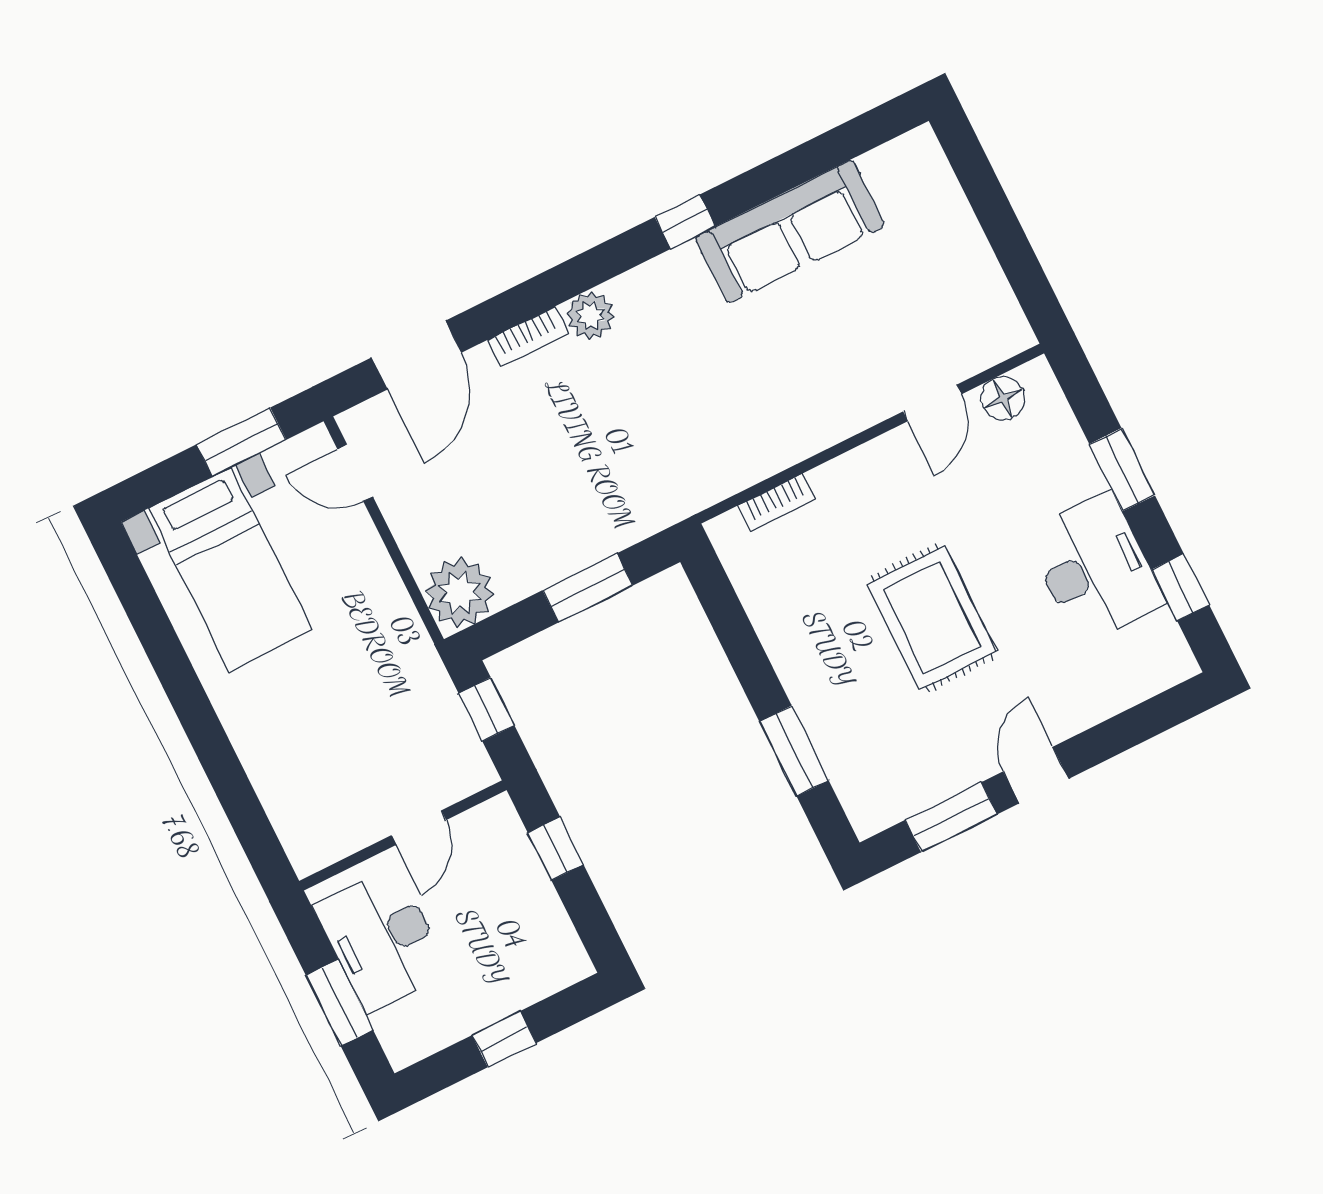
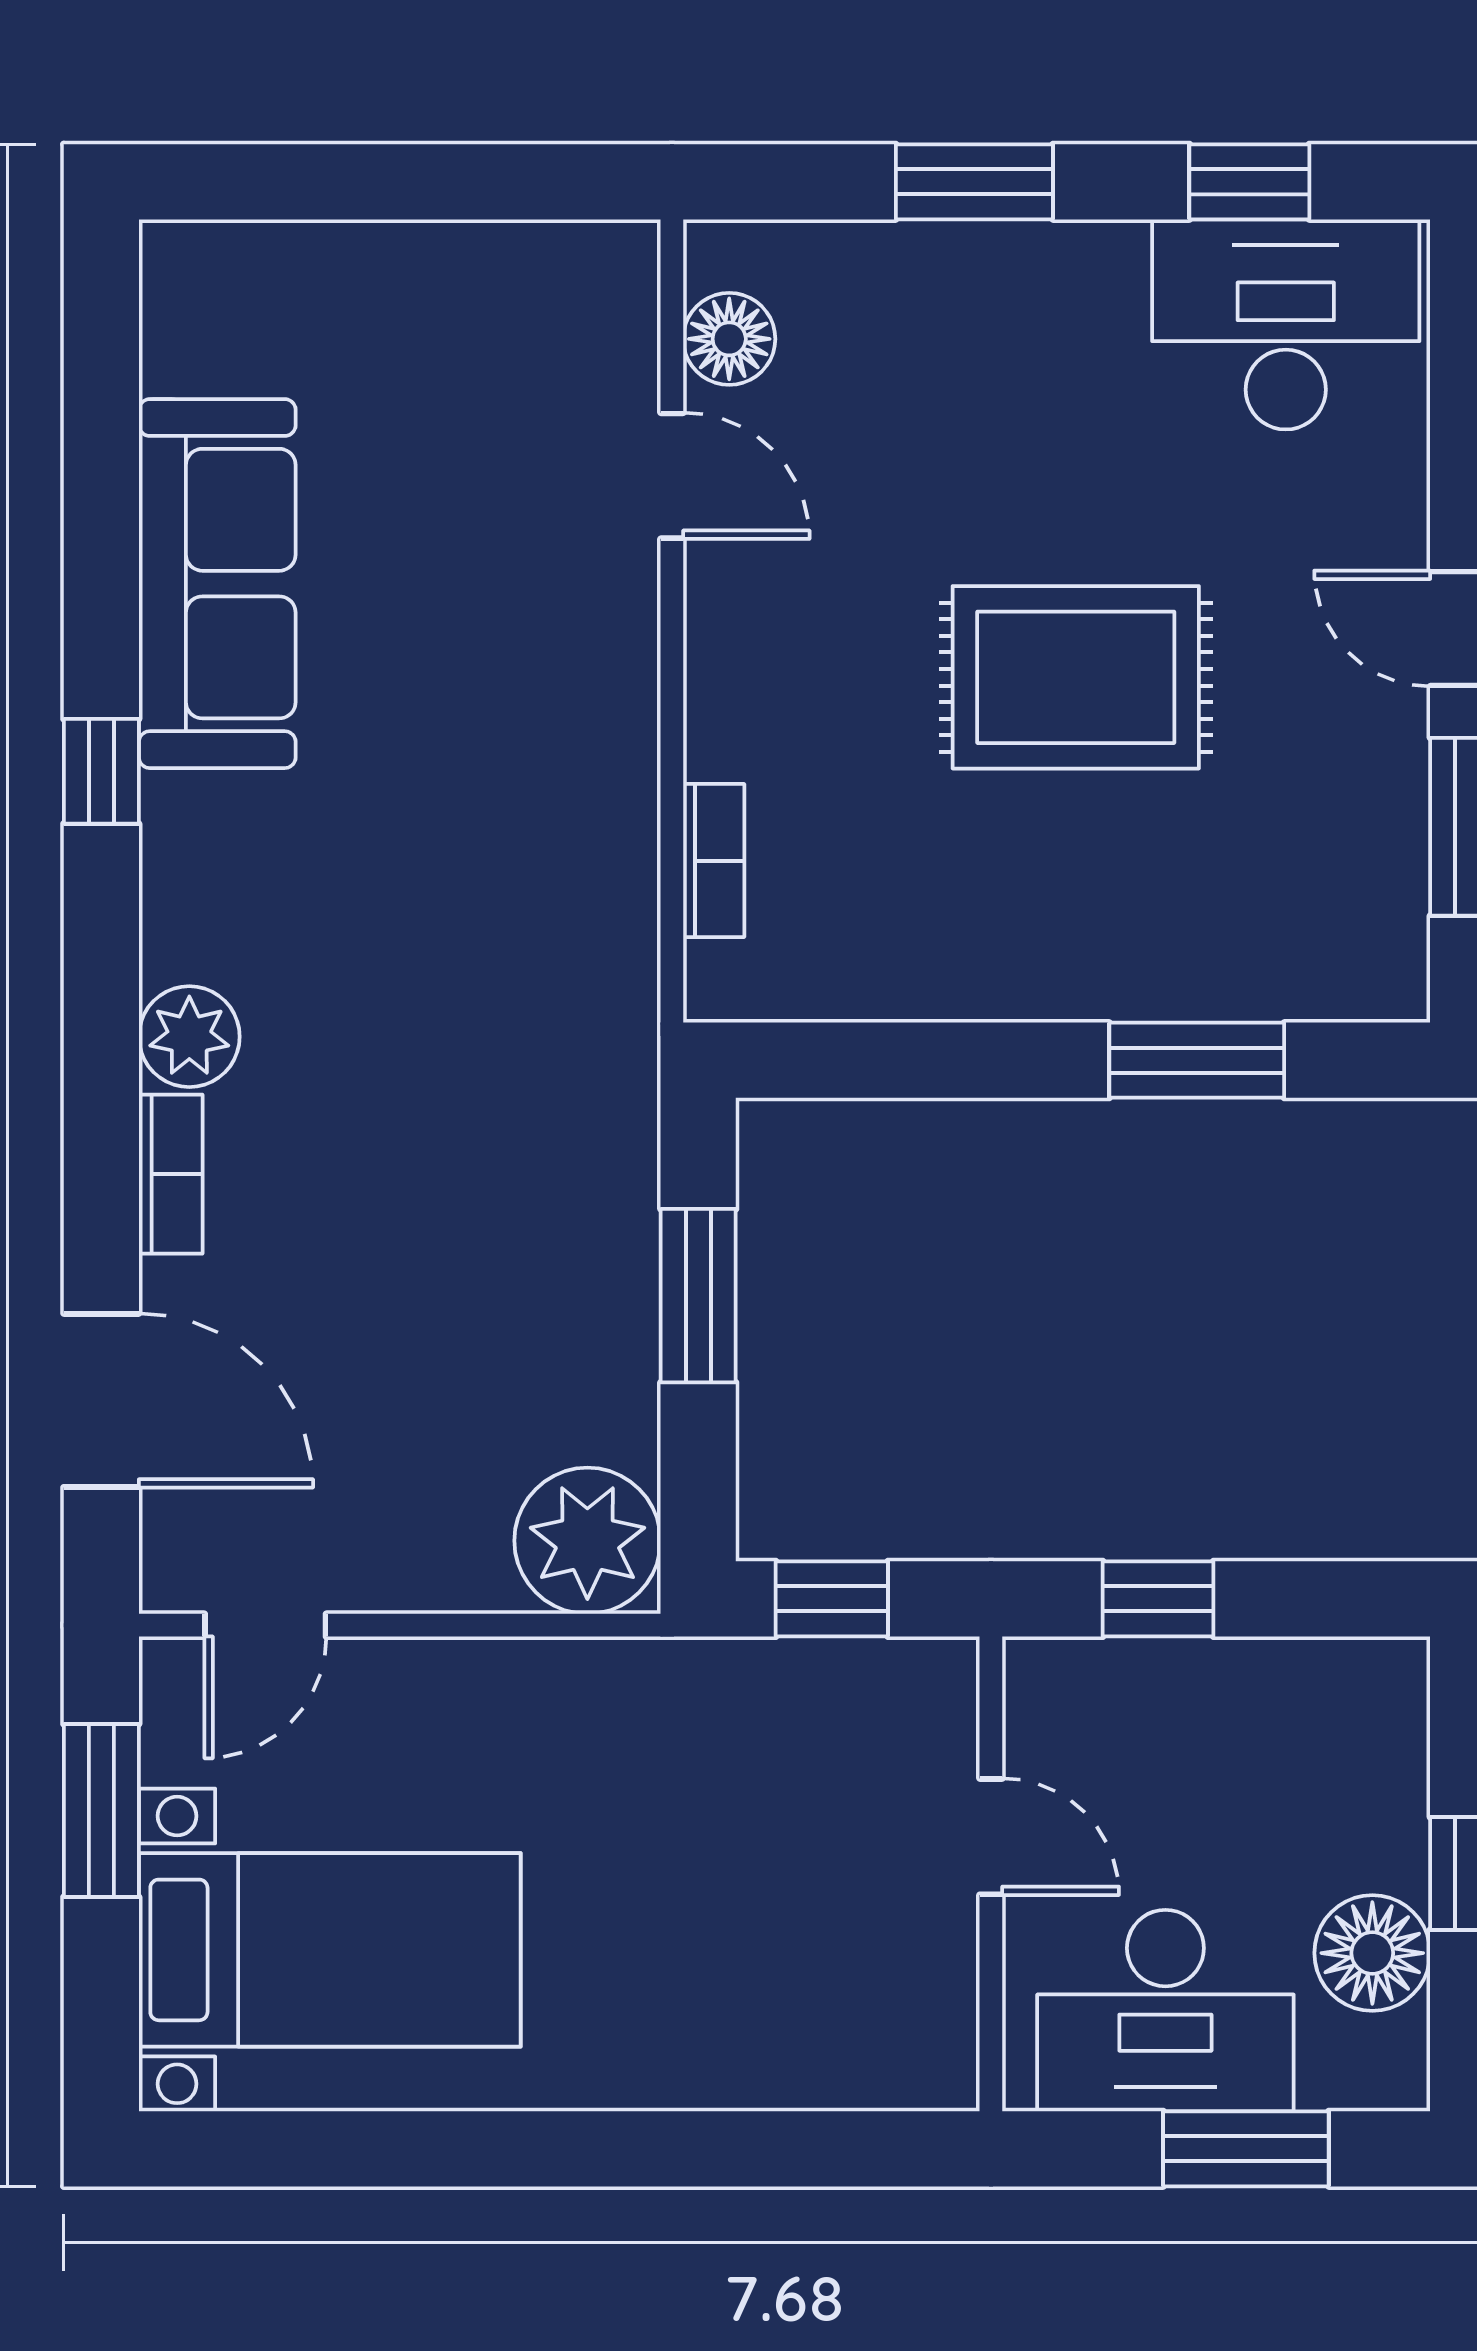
desk: (1095, 568) -> (1286, 324), moved
floor lamp: (450, 1015) -> (1372, 1953), added

